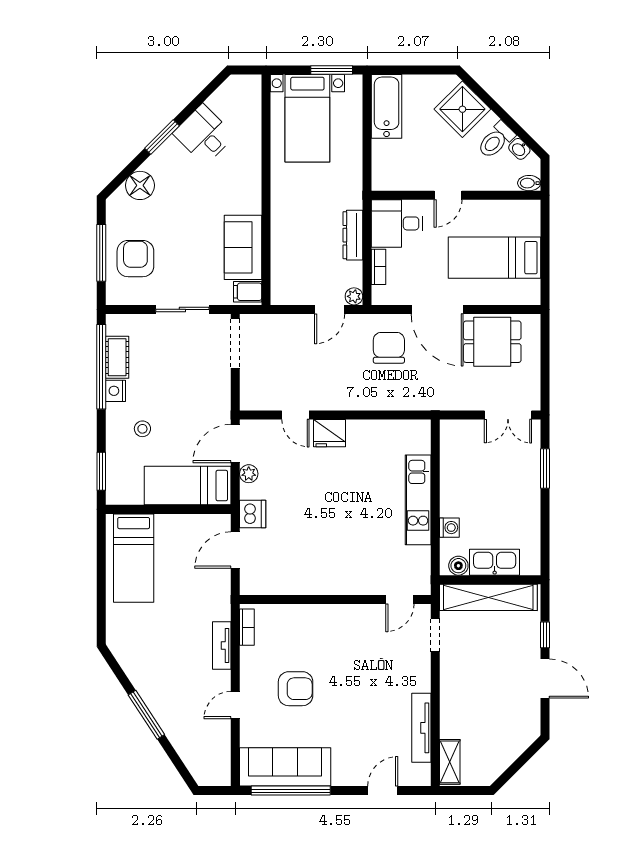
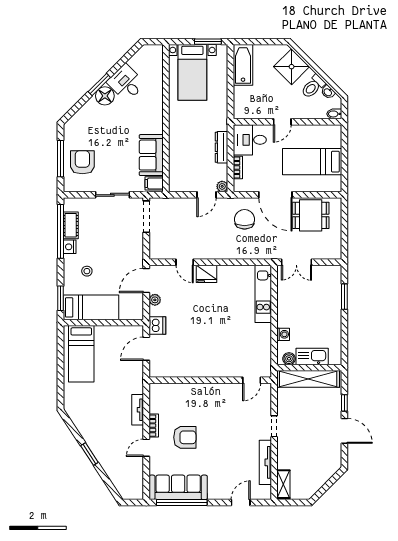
floor lamp: (140, 185) -> (105, 96), moved
double door: (508, 415) -> (296, 262), moved
bed: (188, 486) -> (91, 307), moved, turned 180
kitchen unit: (418, 500) -> (263, 294), moved
bookcase: (247, 627) -> (154, 426), moved
doorway: (435, 635) -> (274, 426), moved
window: (146, 715) -> (89, 454), width x0.69

